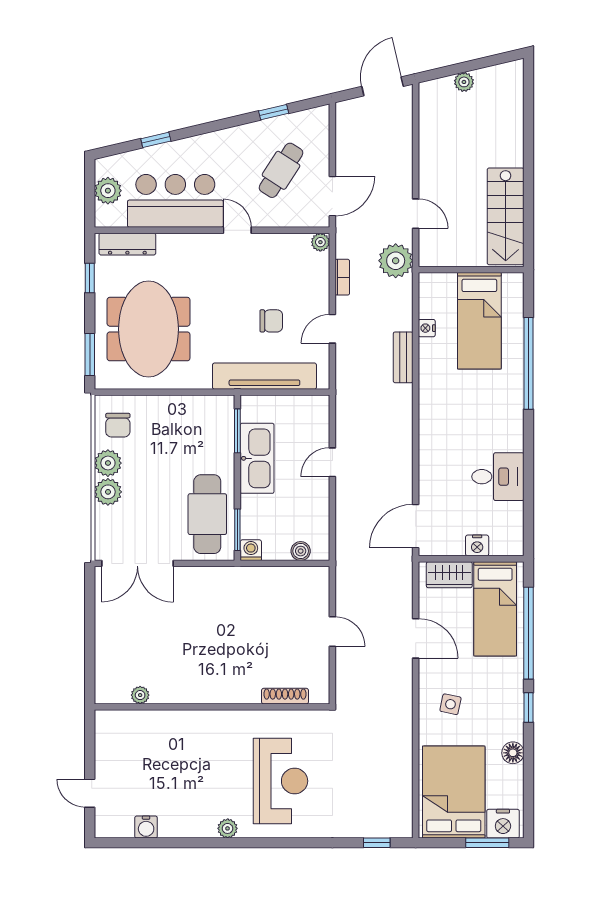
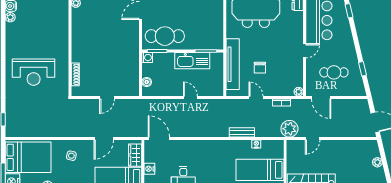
cafe table: (281, 170) -> (334, 72), turned -33
plant: (228, 828) -> (10, 17), moved

